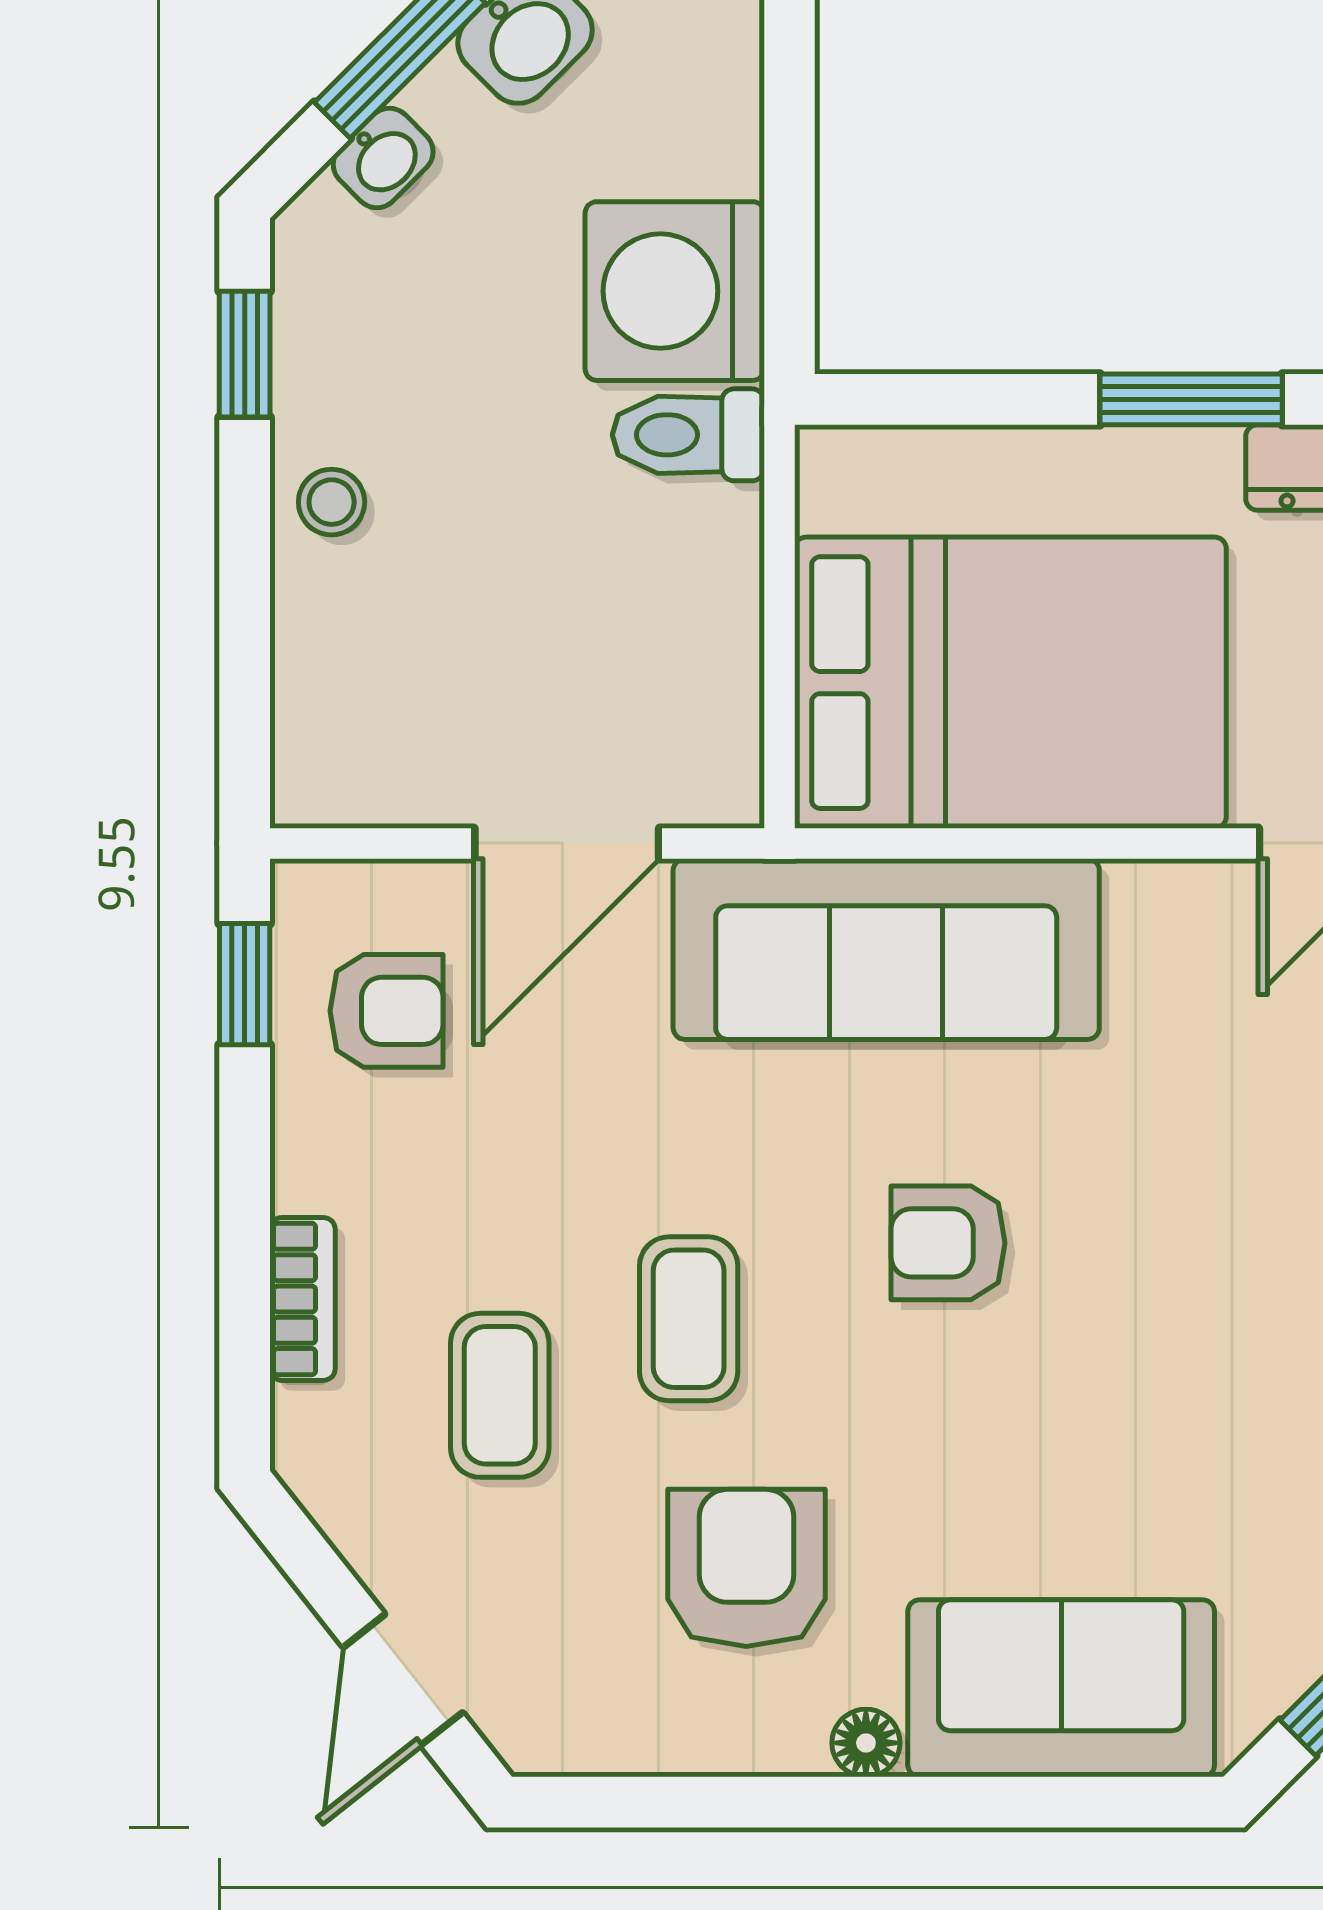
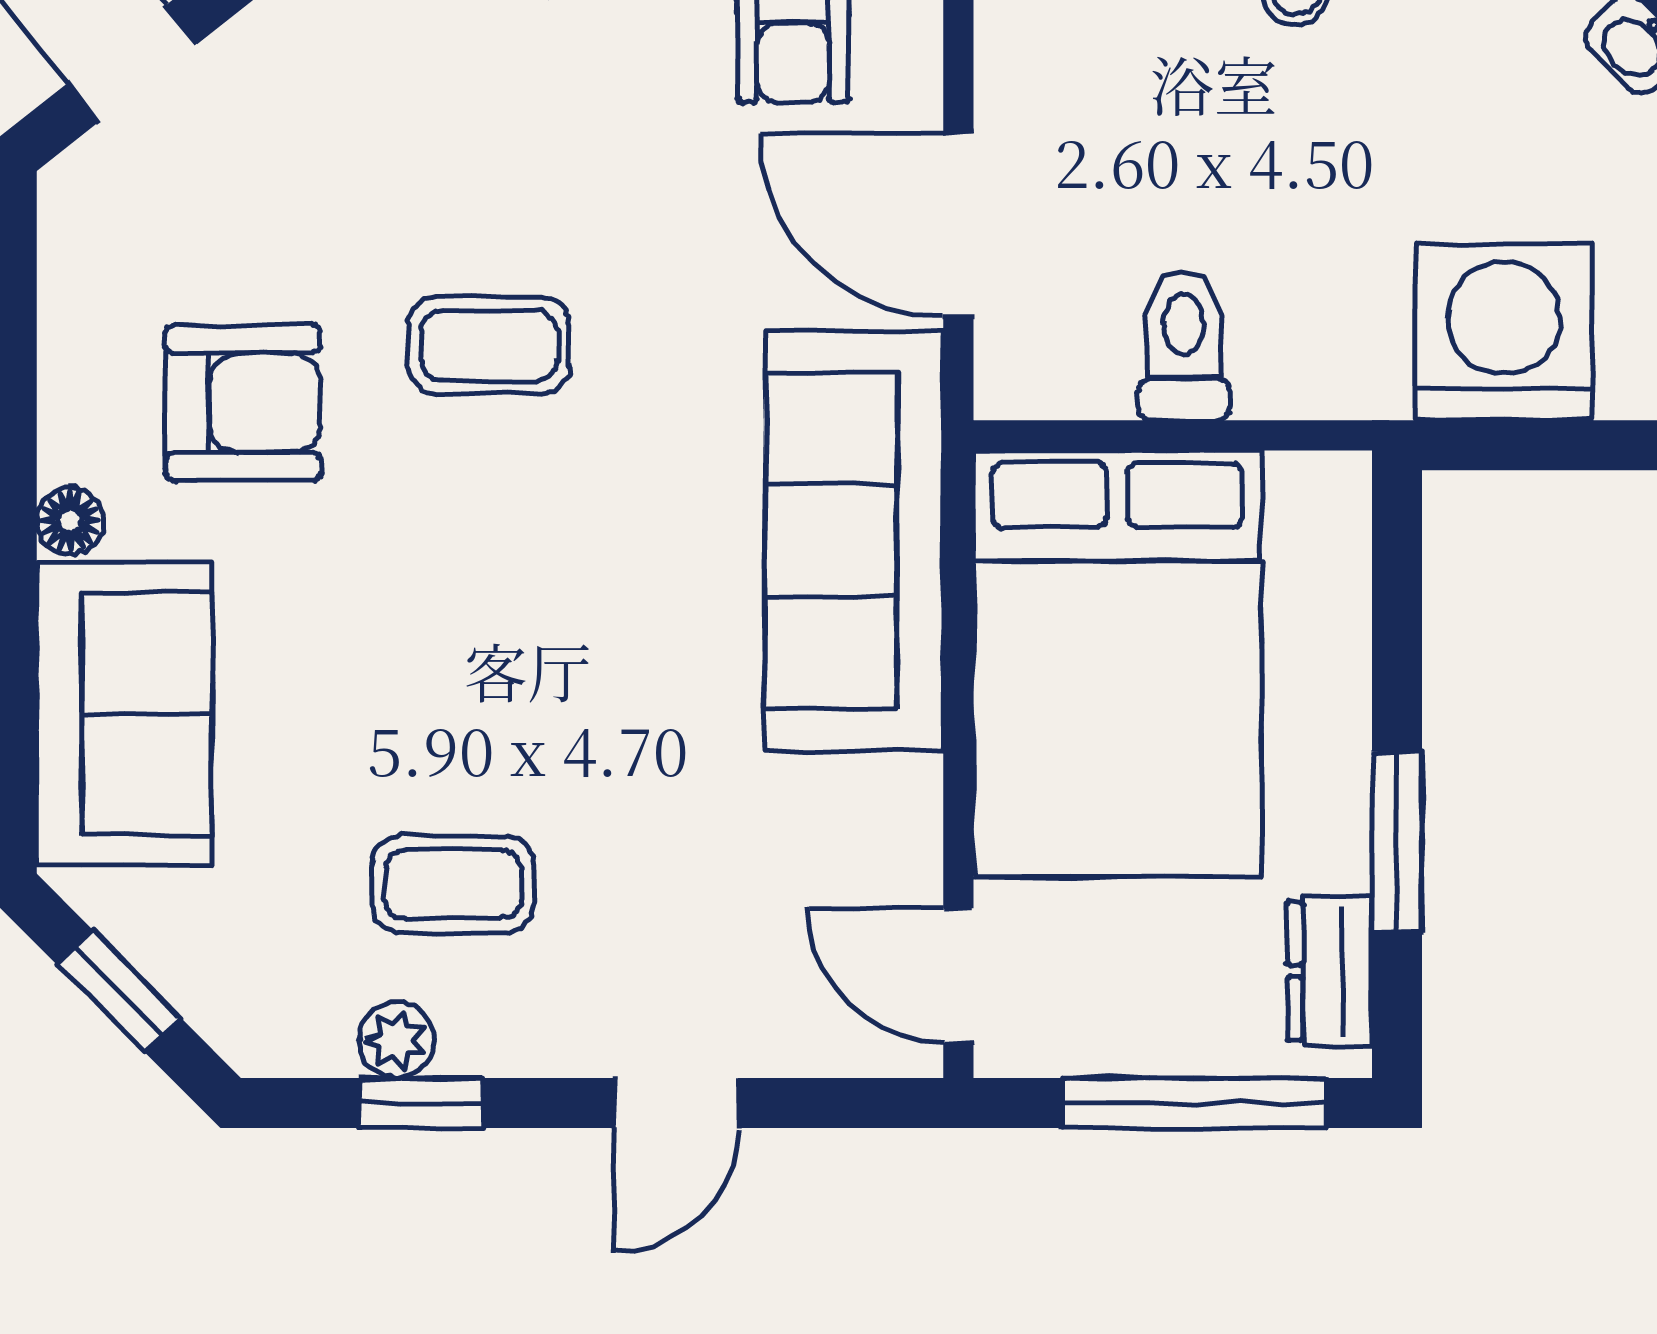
toilet: (688, 435) -> (1184, 345), moved
armchair: (948, 1243) -> (564, 602), removed
coffee table: (500, 1395) -> (453, 884), moved

